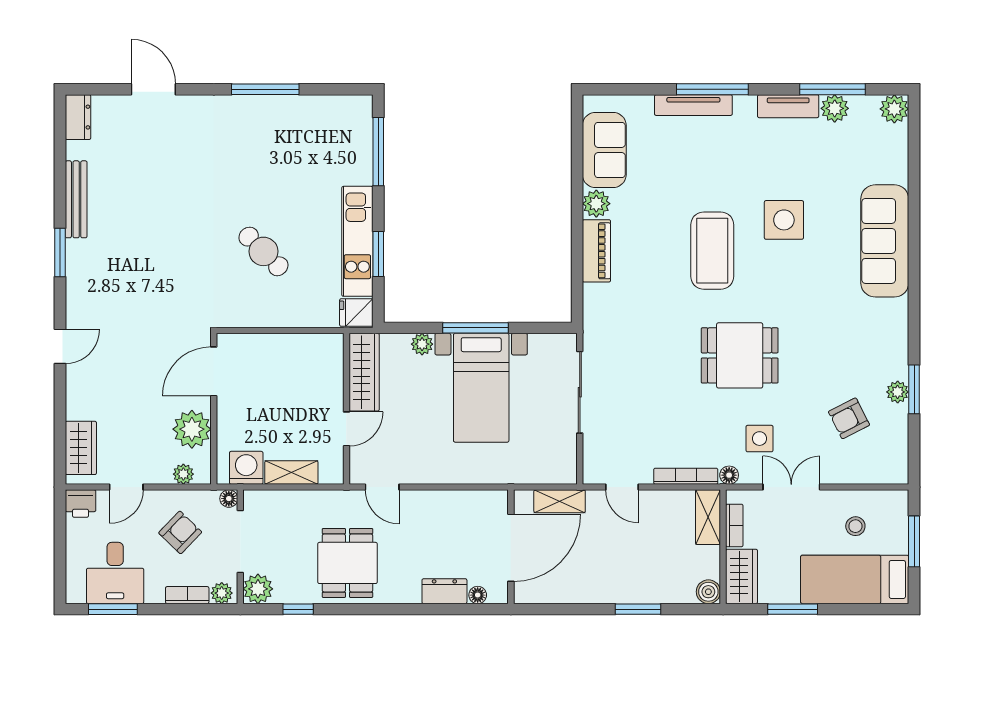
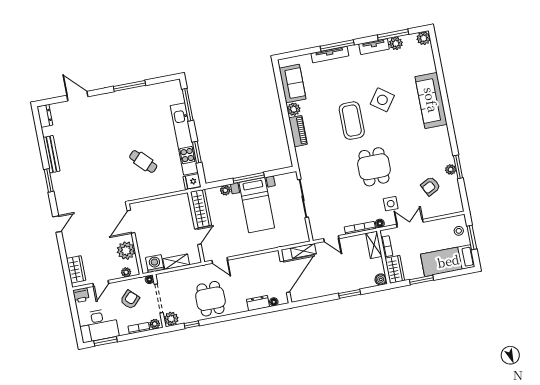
side table: (784, 220) -> (382, 100), turned 36
kitchen unit: (357, 241) -> (184, 139), width x1.36
dining table: (740, 355) -> (374, 167), turned 90
stool: (855, 526) -> (459, 231), moved
desk: (115, 573) -> (98, 325), width x1.37

